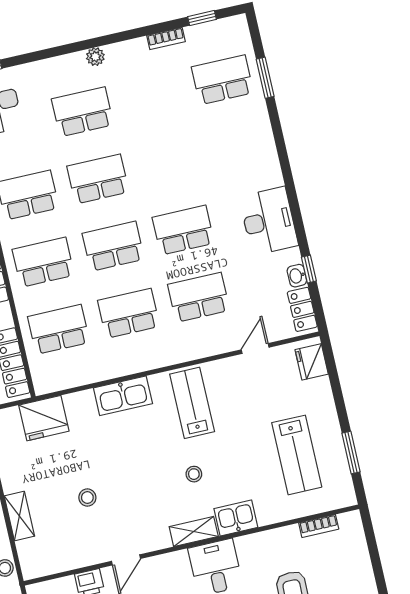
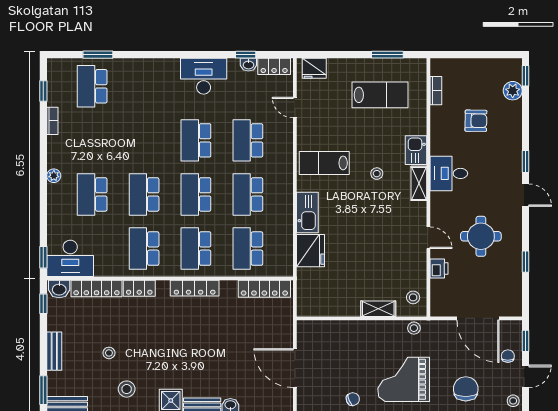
fridge: (44, 418) -> (310, 251), moved
stool: (87, 498) -> (413, 297), moved

